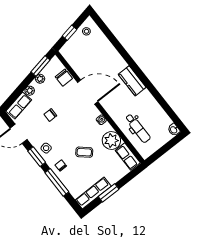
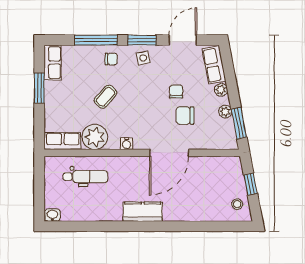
chair: (64, 78) -> (185, 116), moved
dental chair: (138, 128) -> (85, 177), turned 180
row of seats: (93, 193) -> (53, 63), width x0.68

